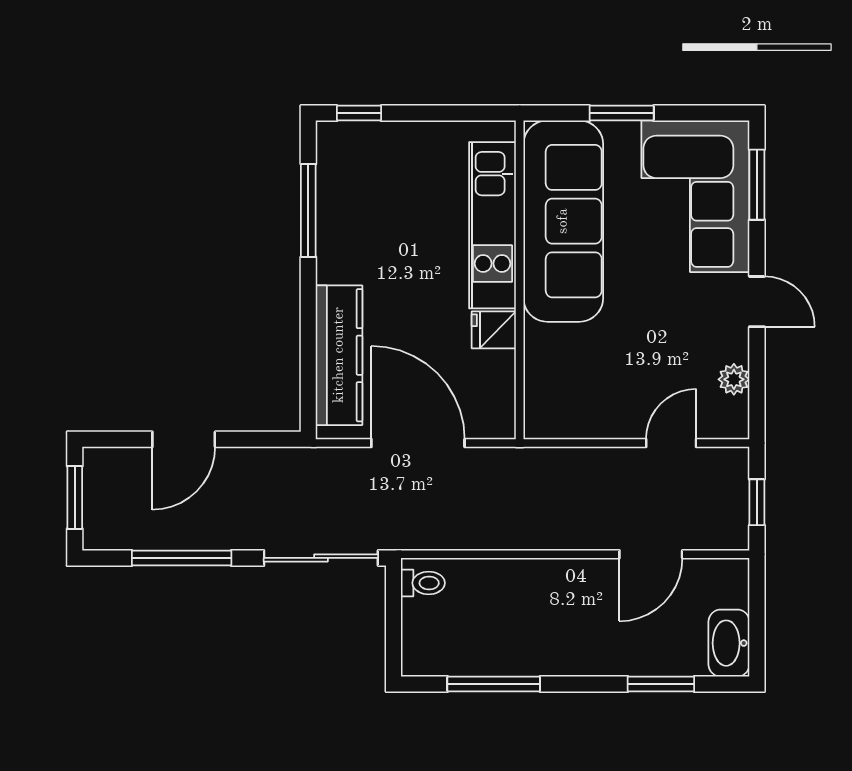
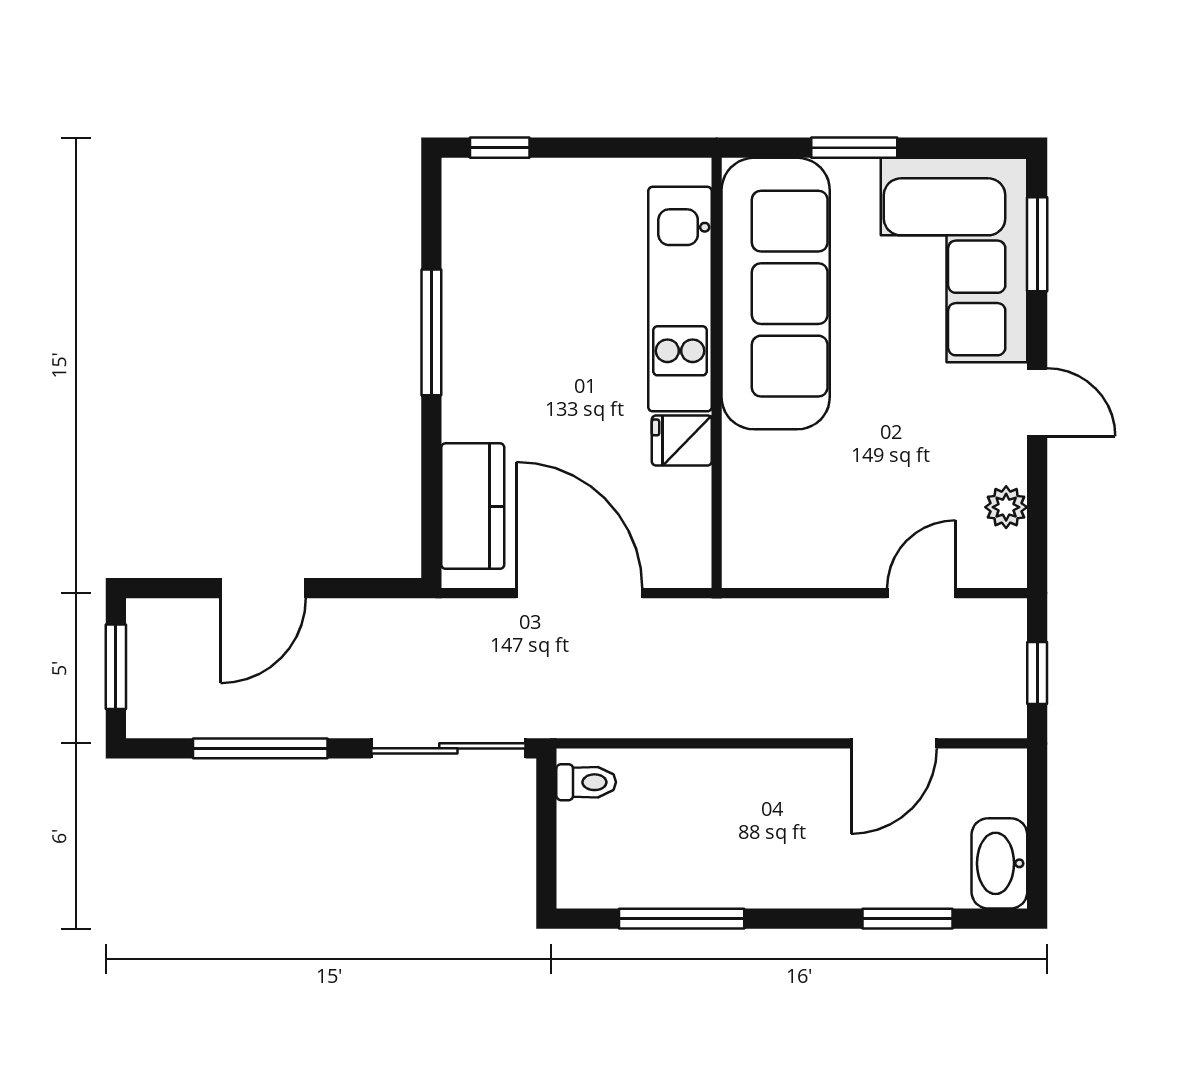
window: (308, 211) -> (431, 332), moved
kitchen counter: (339, 355) -> (473, 506), width x0.67

